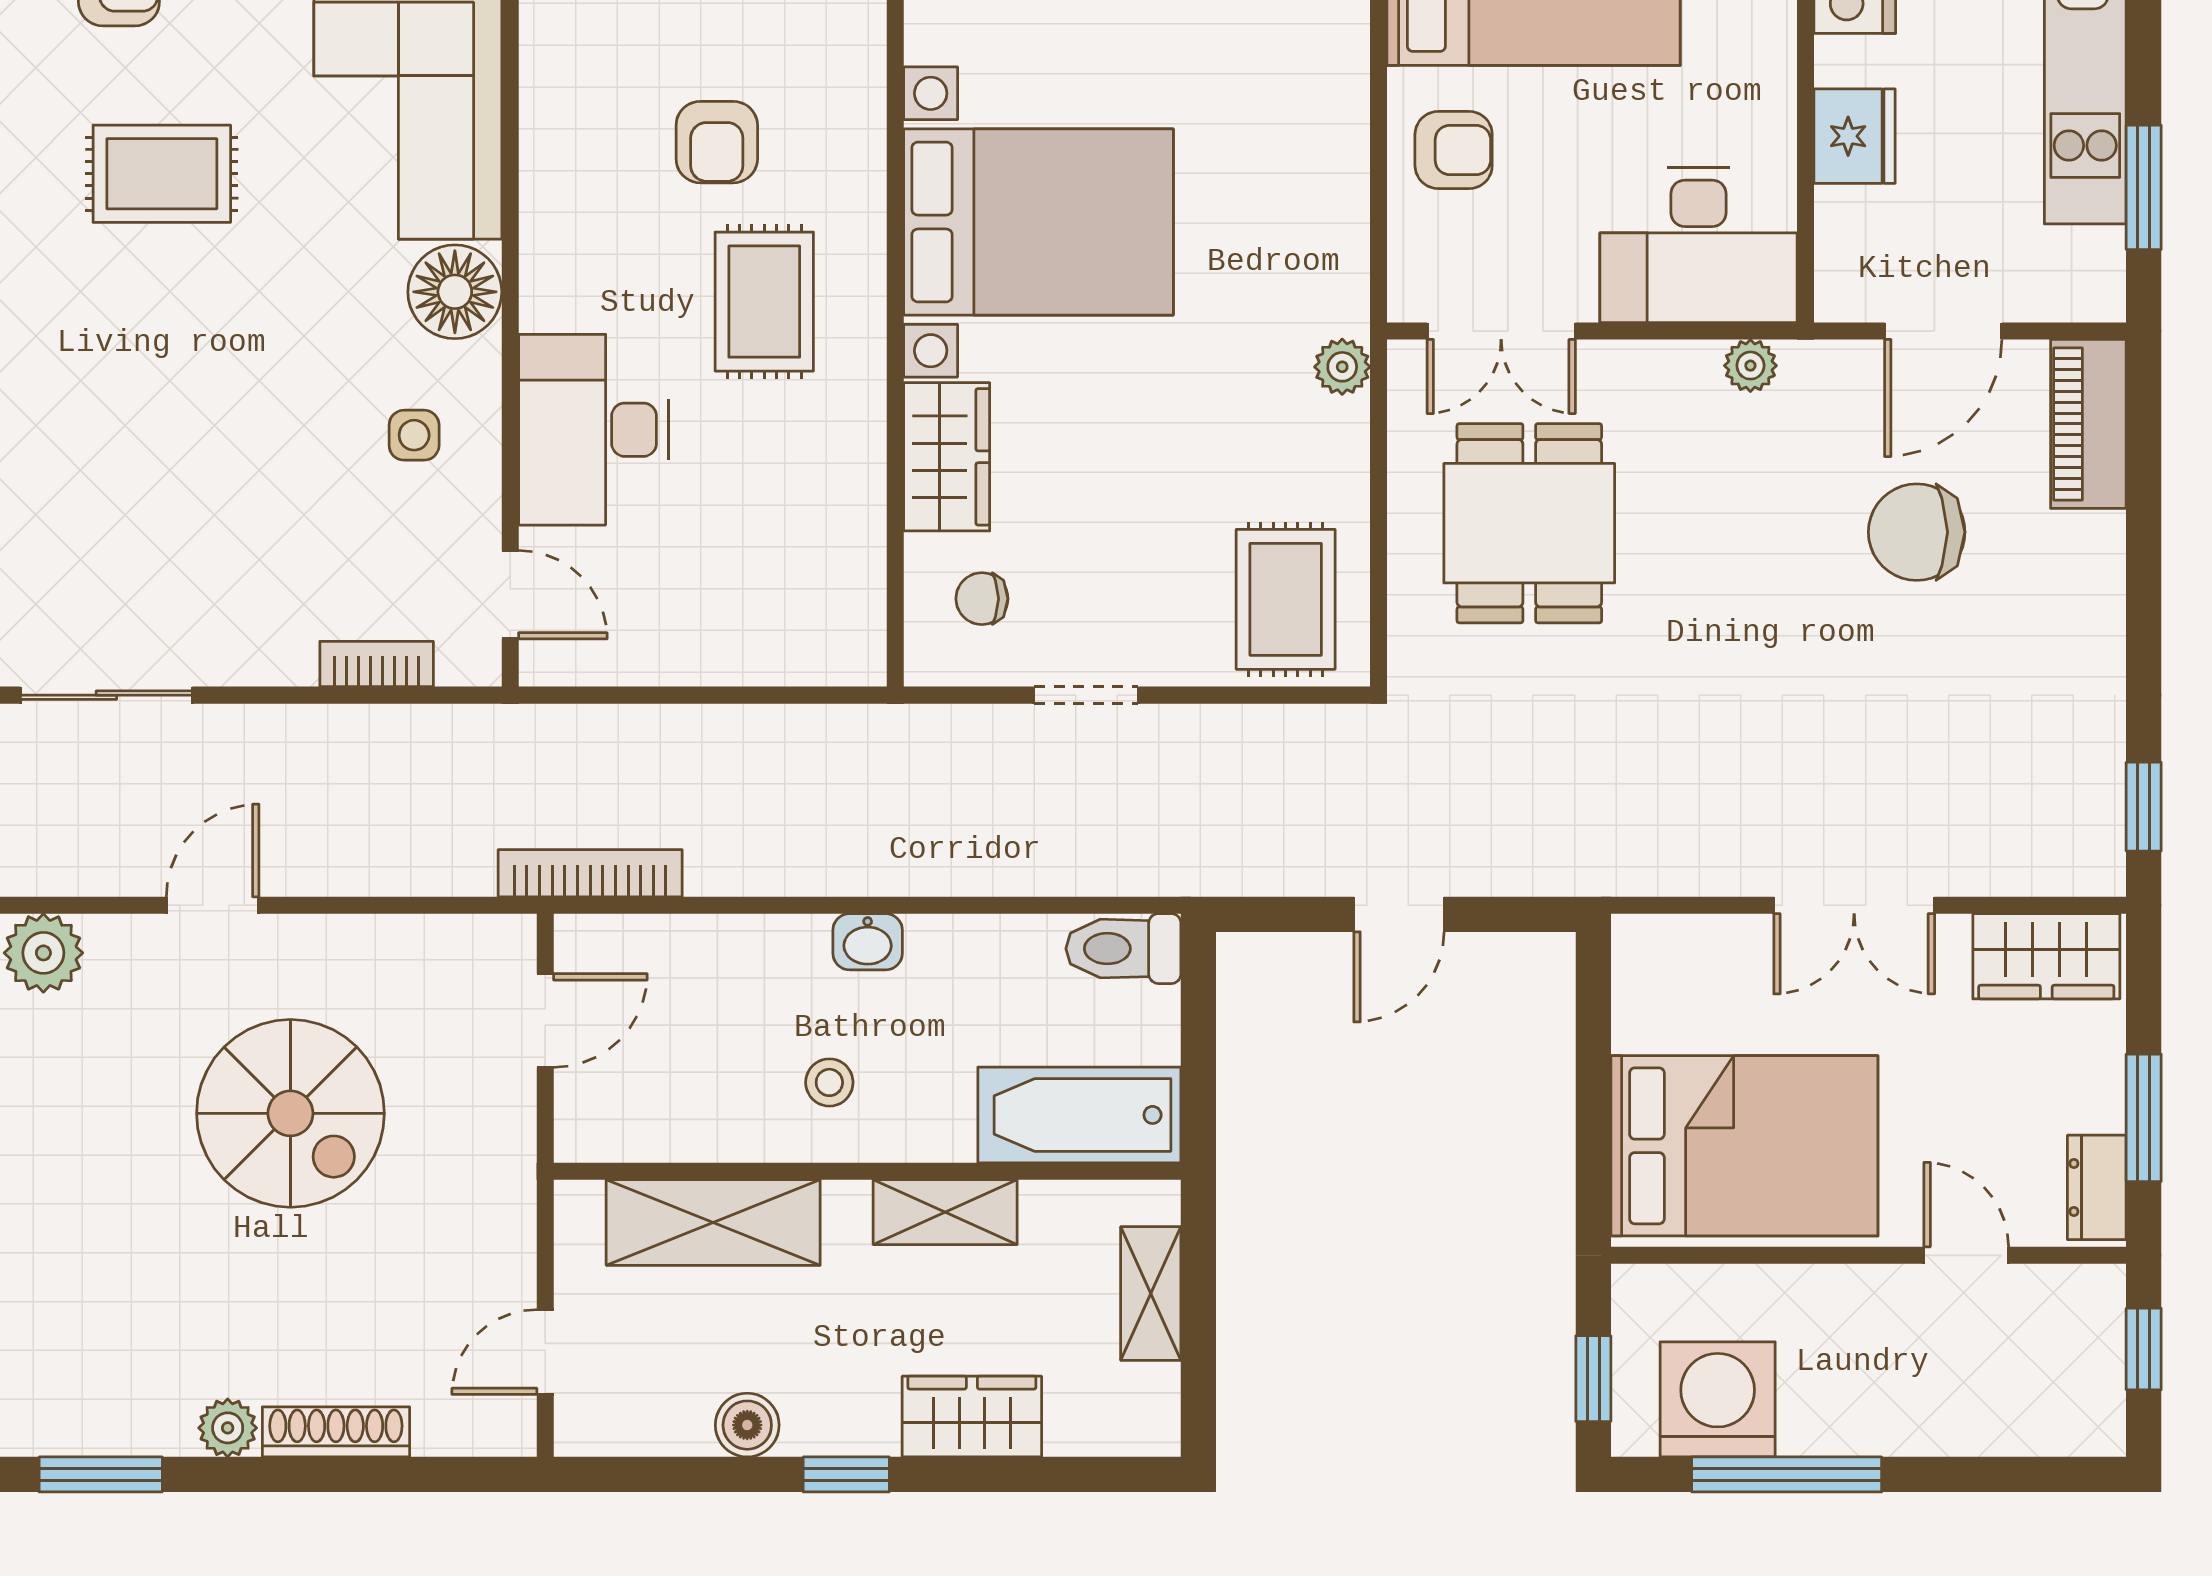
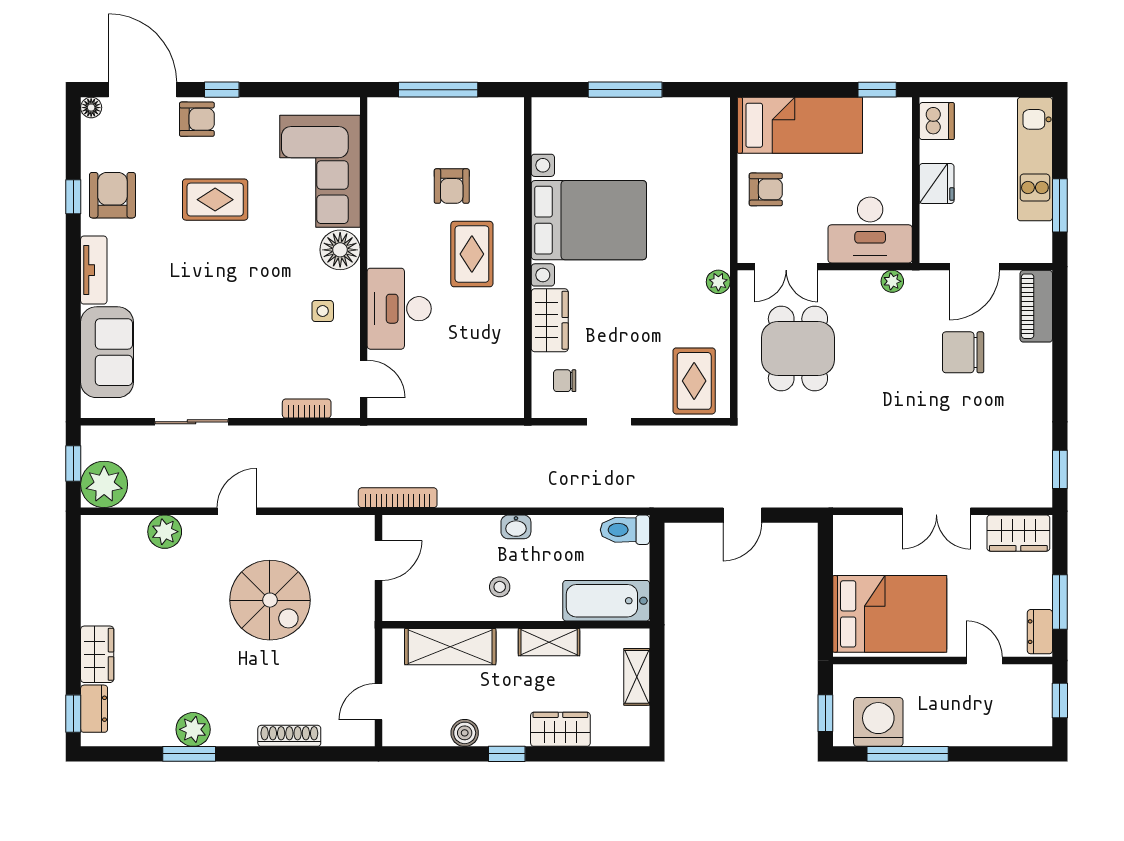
plant: (228, 1428) -> (193, 729), moved, width x1.38, depth x1.38

